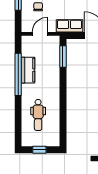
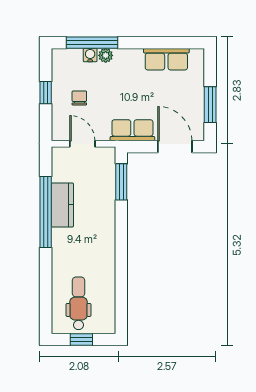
door: (40, 34) -> (82, 144), hinge flipped
dental chair: (38, 115) -> (78, 303), moved, turned 180

